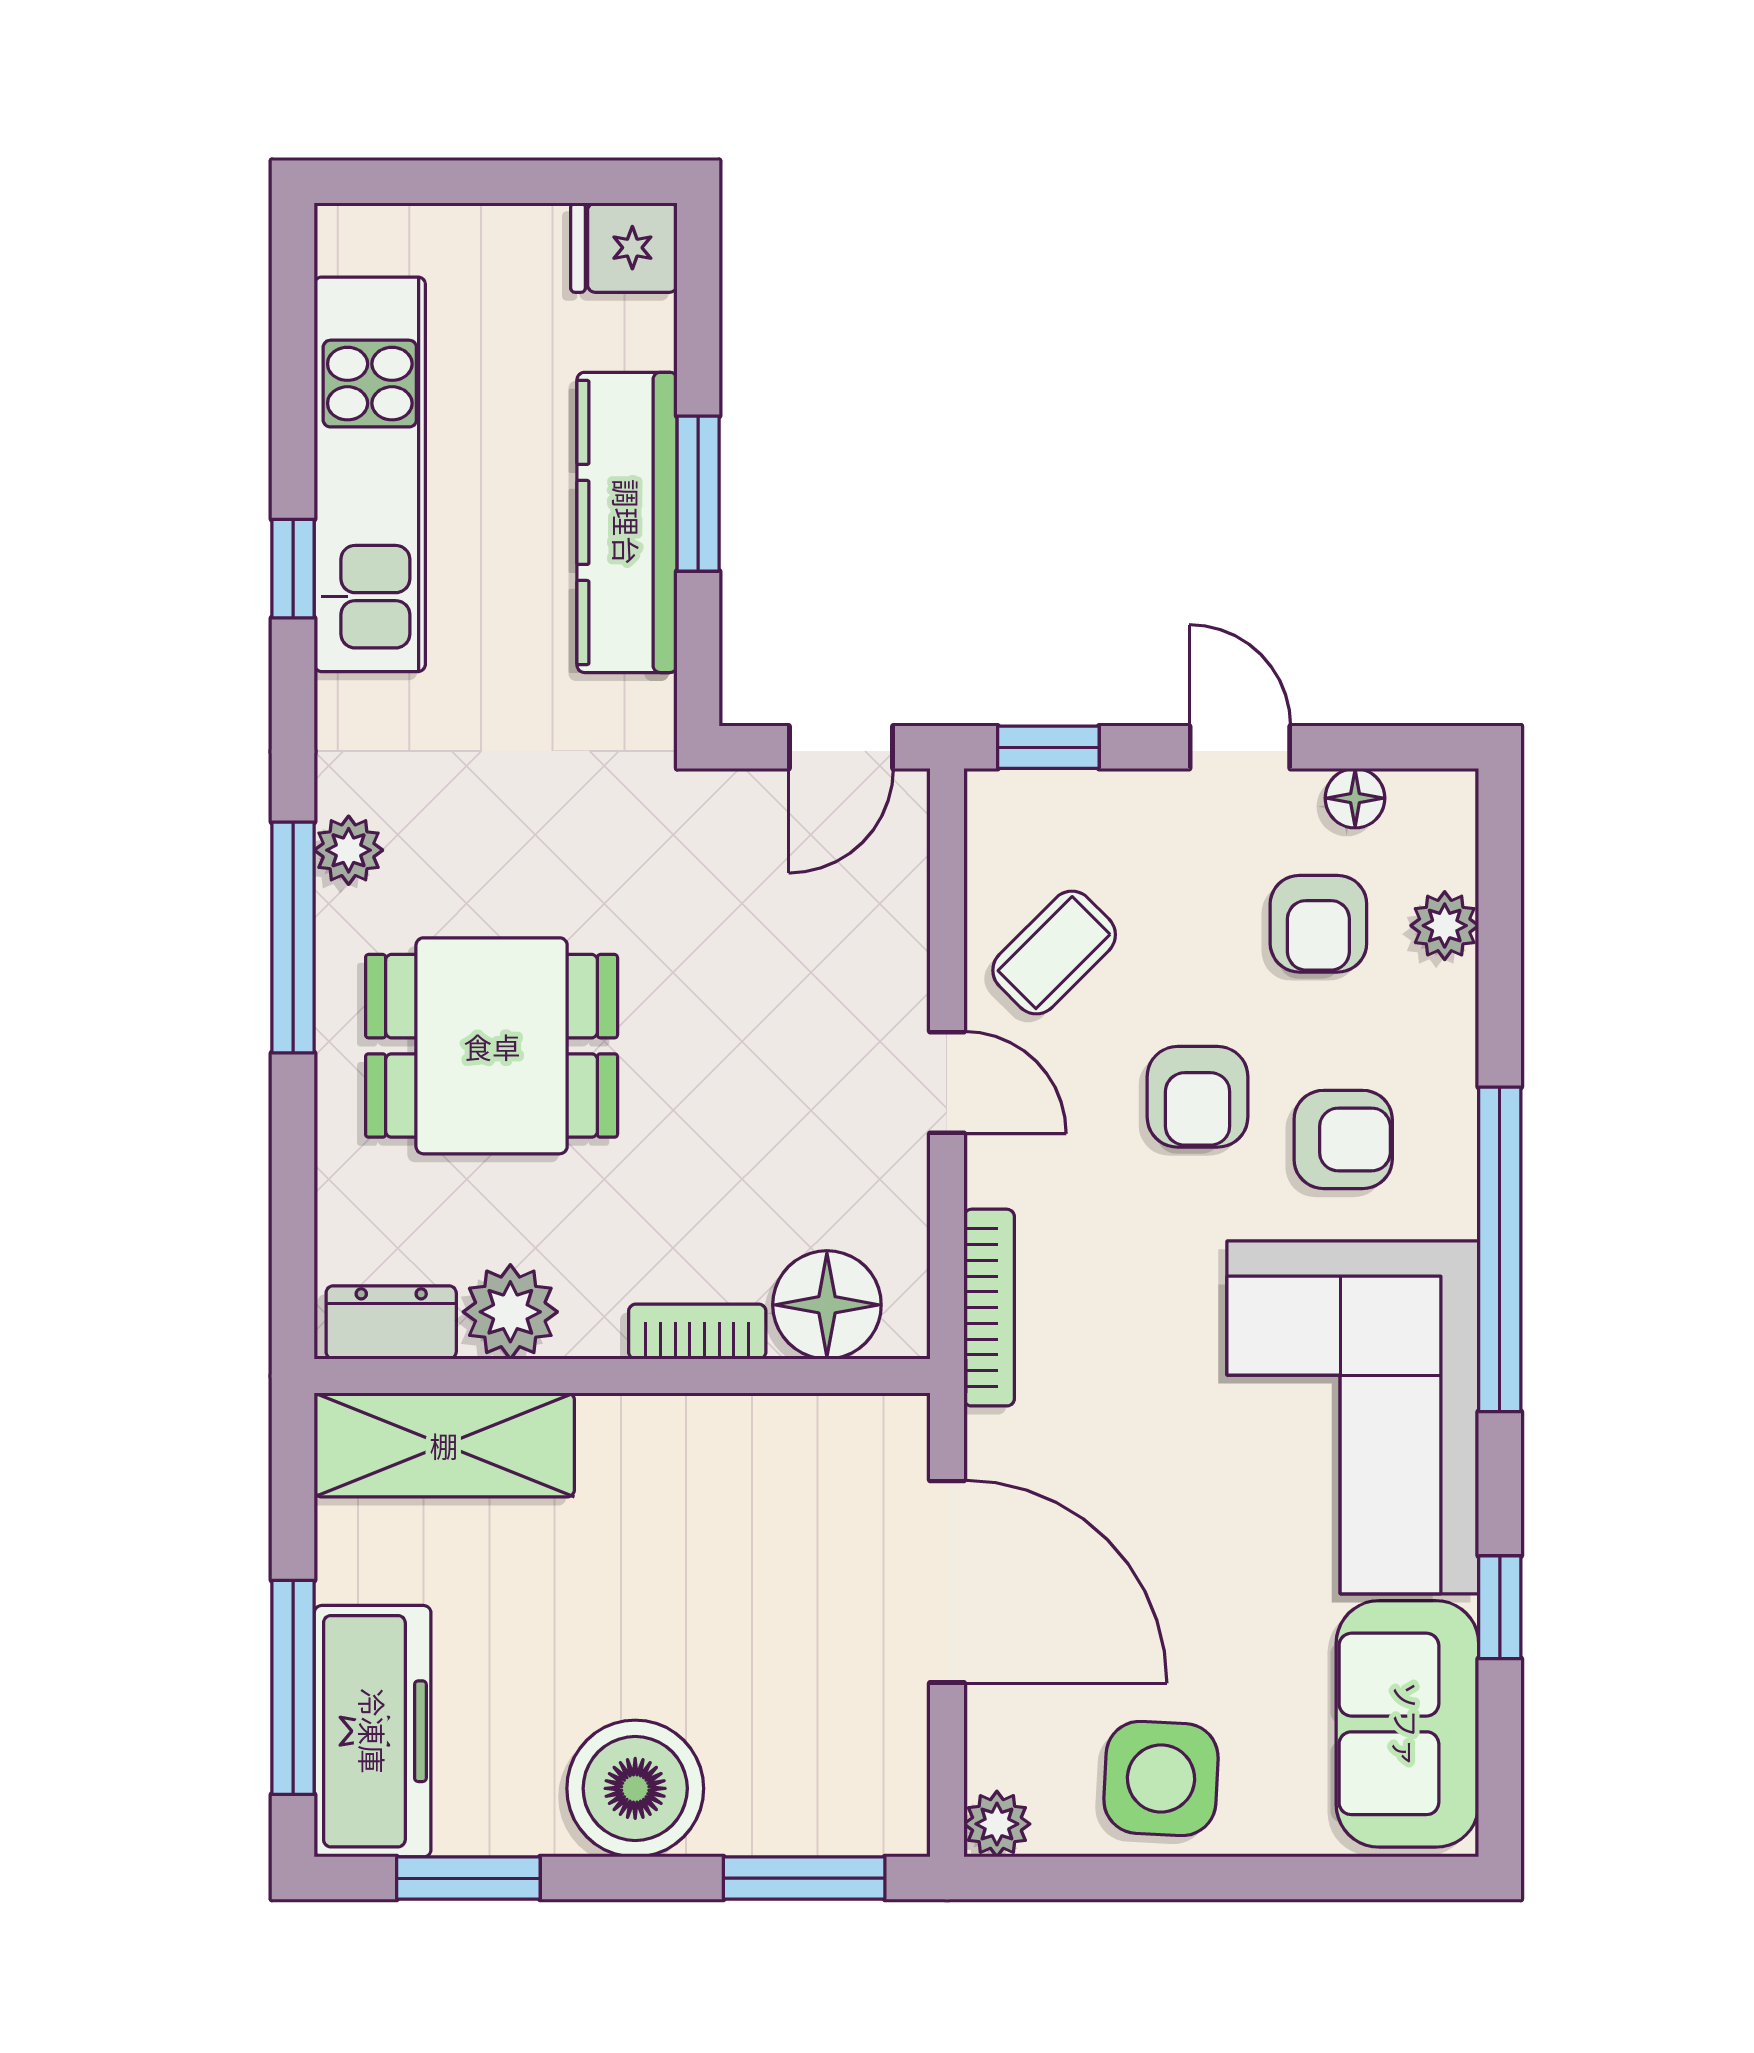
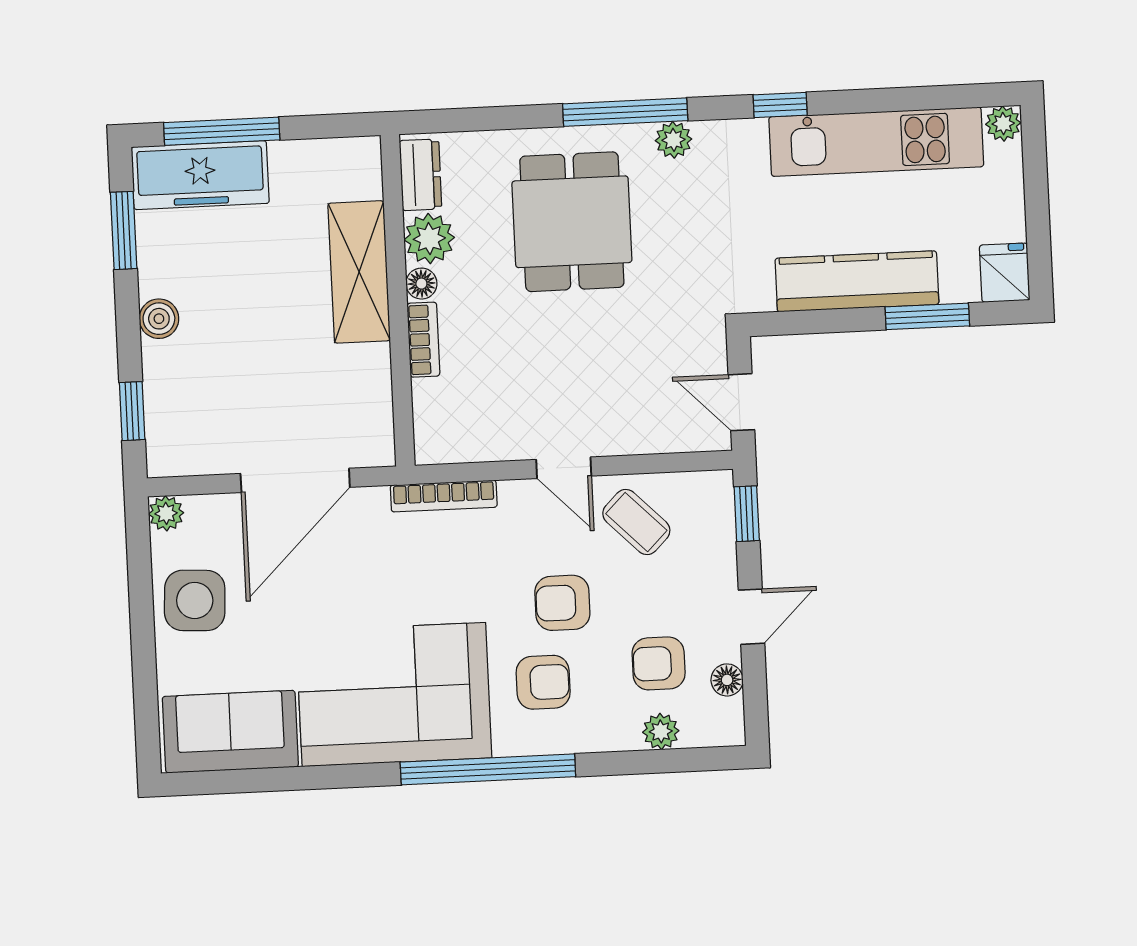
plant: (347, 237) -> (1003, 124), added
window: (698, 494) -> (927, 316), moved
window: (293, 569) -> (780, 105), moved
door: (947, 1083) -> (564, 468), hinge flipped
armchair: (1343, 1139) -> (543, 682), turned -90
floor lamp: (827, 1305) -> (421, 284), moved, width x0.53, depth x0.53
shelving: (444, 1445) -> (359, 272), moved
window: (1500, 1607) -> (295, 778), removed
boiler: (635, 1788) -> (159, 319), width x0.54, depth x0.54
window: (804, 1878) -> (132, 411), width x0.67

